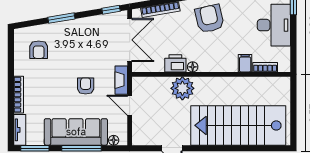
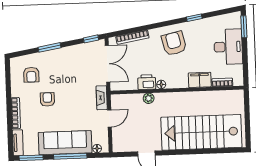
filing cabinet: (245, 63) -> (200, 80), width x2.00
armchair: (86, 86) -> (47, 99), moved
plant: (182, 88) -> (149, 98), width x0.53, depth x0.53
door: (130, 105) -> (109, 119), swing flipped

